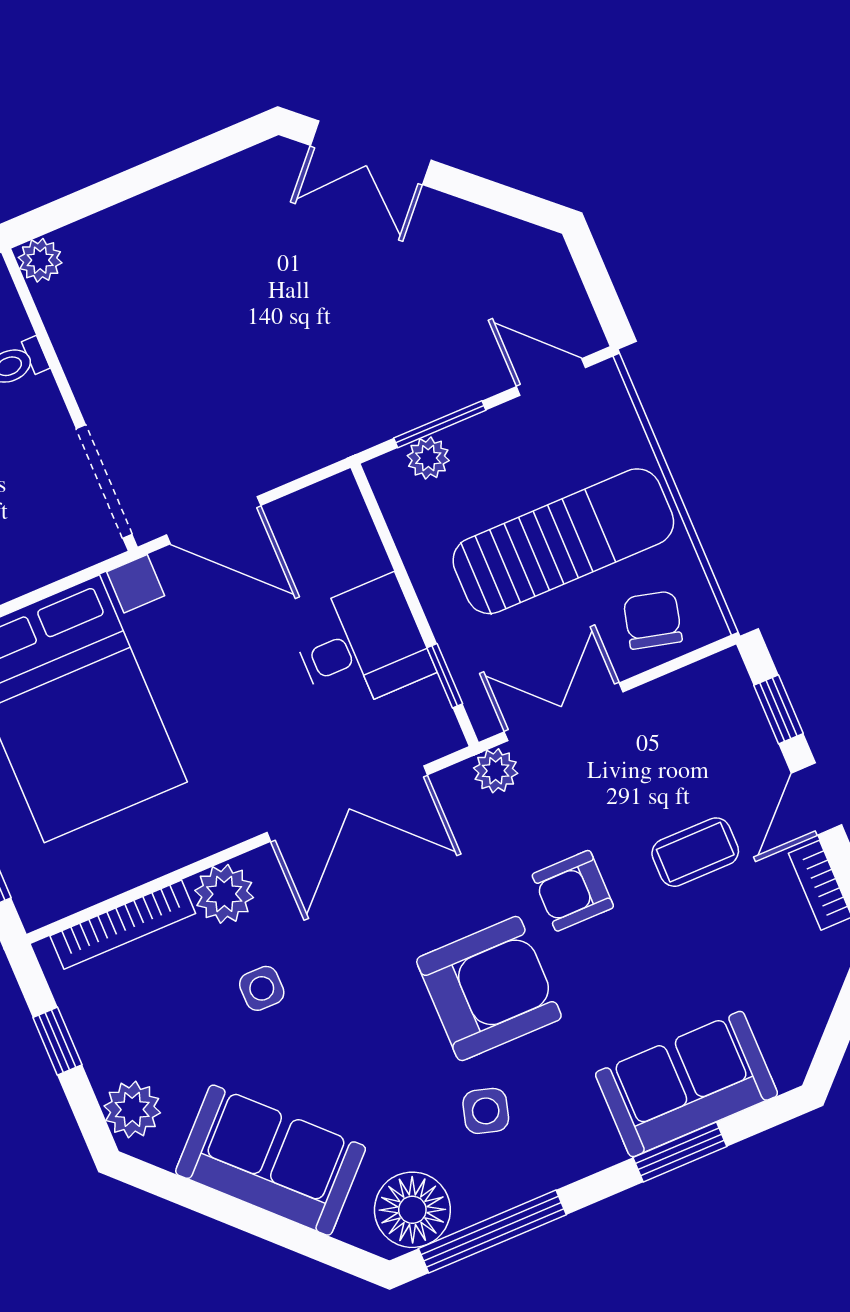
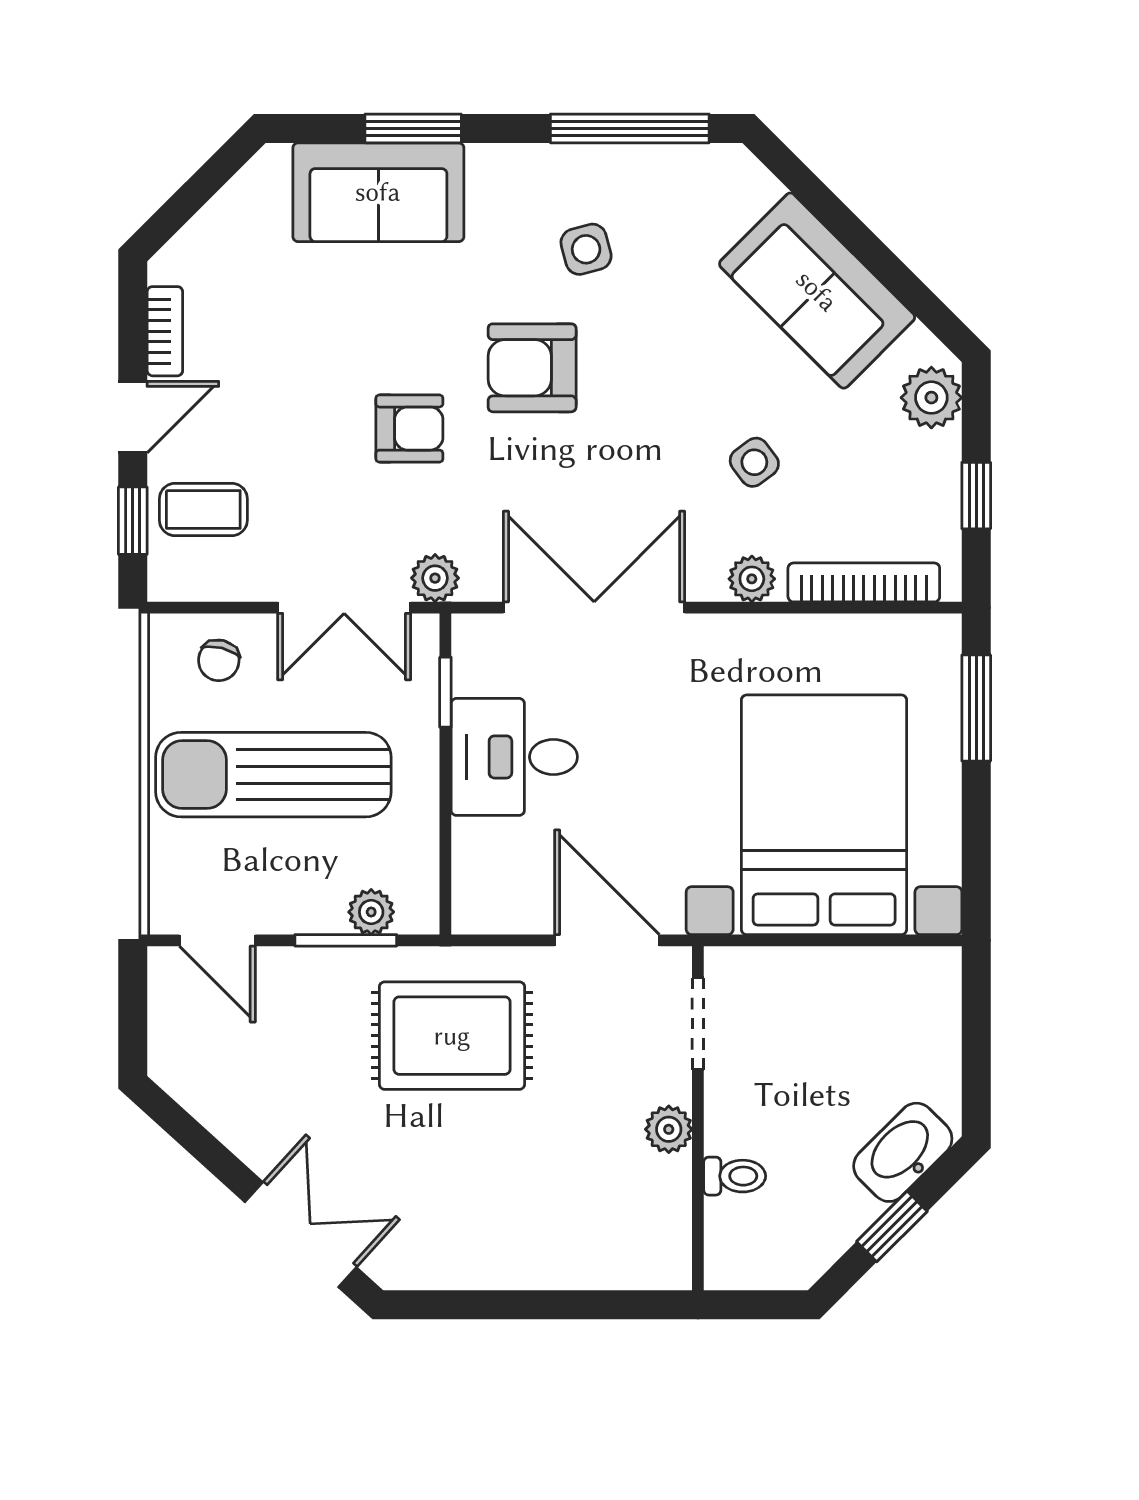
plant: (40, 260) -> (669, 1129), moved
rug: (313, 381) -> (452, 1036), added
doorway: (104, 481) -> (698, 1024), width x0.73
chair: (653, 620) -> (219, 660), width x0.73, depth x0.73
coffee table: (695, 852) -> (203, 509), moved
plant: (224, 894) -> (752, 579), width x0.73, depth x0.73
side table: (262, 988) -> (754, 462), turned -37
armchair: (489, 989) -> (532, 368), width x0.73, depth x0.73
side table: (486, 1111) -> (586, 249), turned -31
floor lamp: (412, 1210) -> (699, 183), removed

